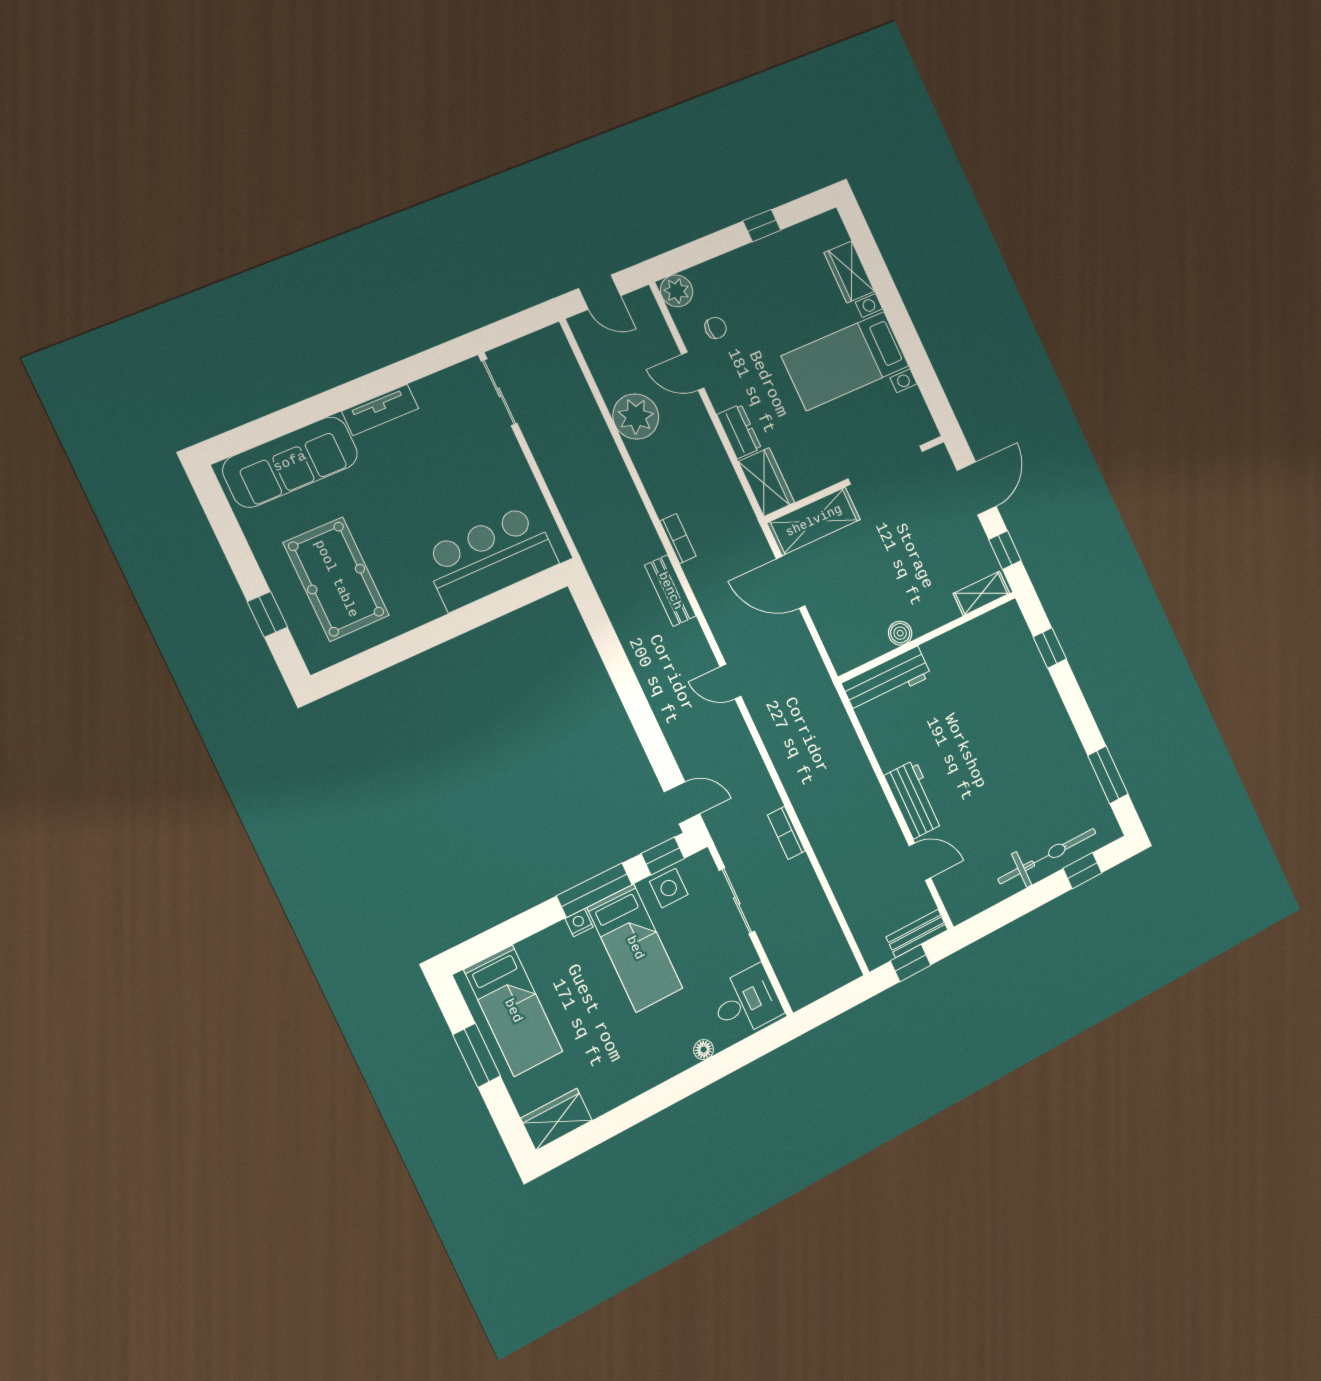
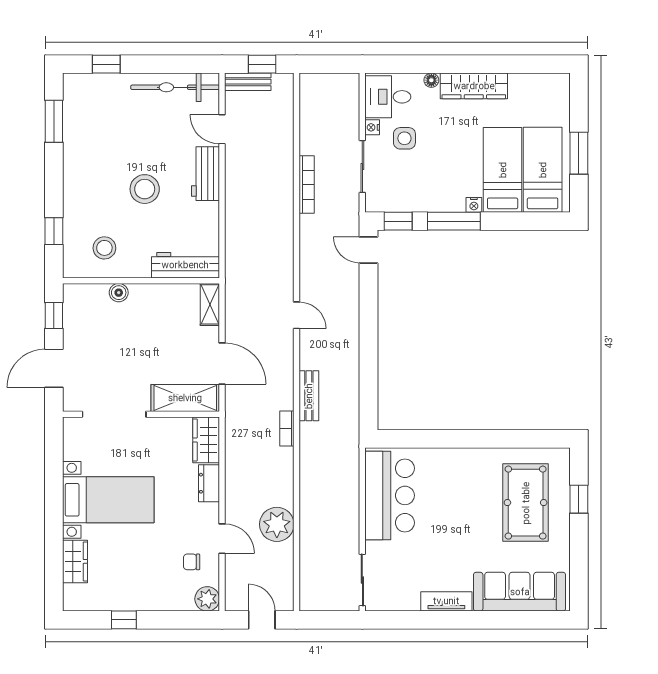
bar counter: (490, 558) -> (390, 495), moved, turned -90
shelving: (982, 593) -> (210, 304), moved, turned 90
boiler: (900, 633) -> (119, 293), moved
stool: (986, 656) -> (104, 248), added
stool: (974, 747) -> (145, 189), added
bookcase: (786, 833) -> (307, 185), width x1.56
bicycle: (1047, 856) -> (175, 87), moved
side table: (669, 888) -> (404, 138), moved
bed: (635, 948) -> (503, 170), moved
nightstand: (747, 955) -> (372, 127), added
wardrobe: (556, 1119) -> (474, 86), moved, width x1.50

